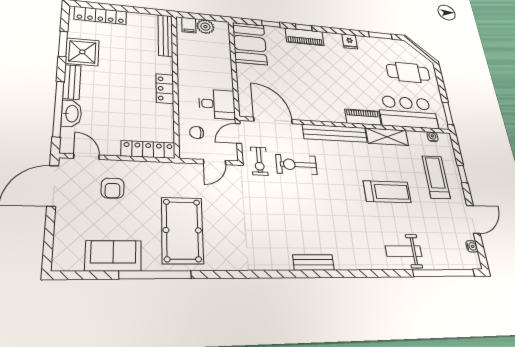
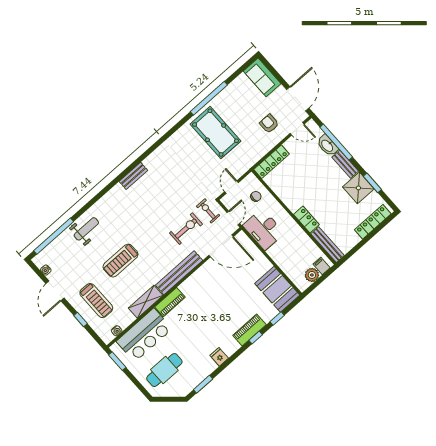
locker: (165, 89) -> (306, 219), moved
desk: (217, 104) -> (264, 229), width x1.37
sofa: (113, 256) -> (262, 77), moved, turned 90

